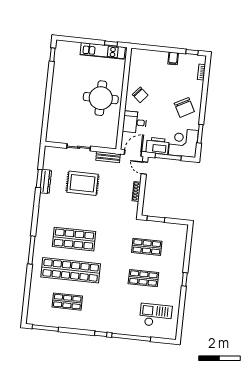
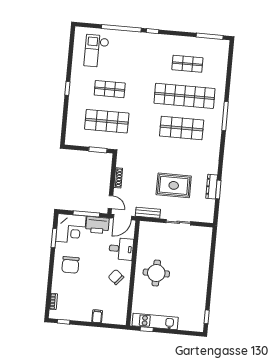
filing cabinet: (173, 58) -> (97, 316), moved
round table: (101, 98) -> (156, 273), width x0.73, depth x0.73
chair: (184, 107) -> (70, 265), turned -152
shop shelf: (147, 247) -> (107, 121), width x1.43, depth x1.36
checkout: (156, 315) -> (96, 51), turned 90

